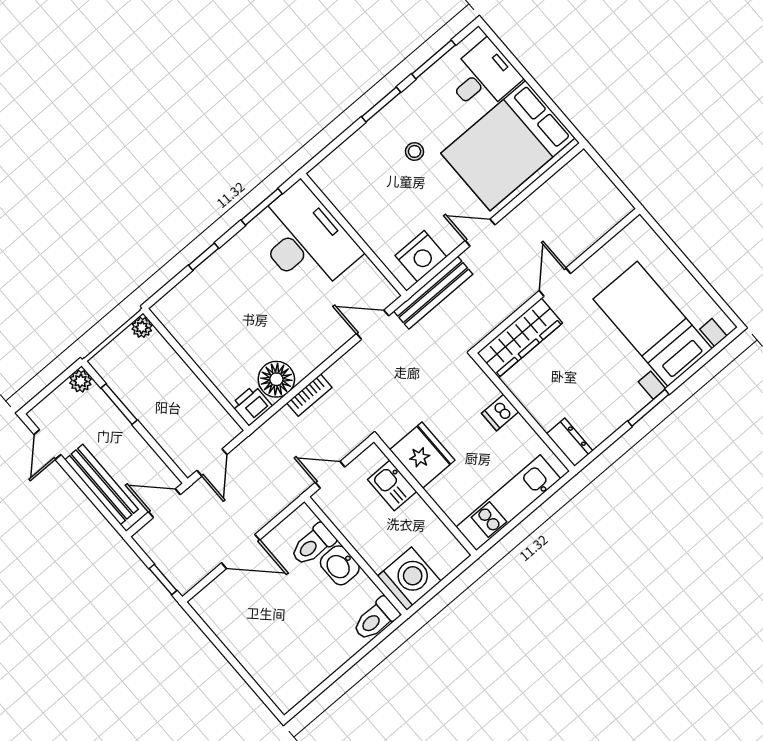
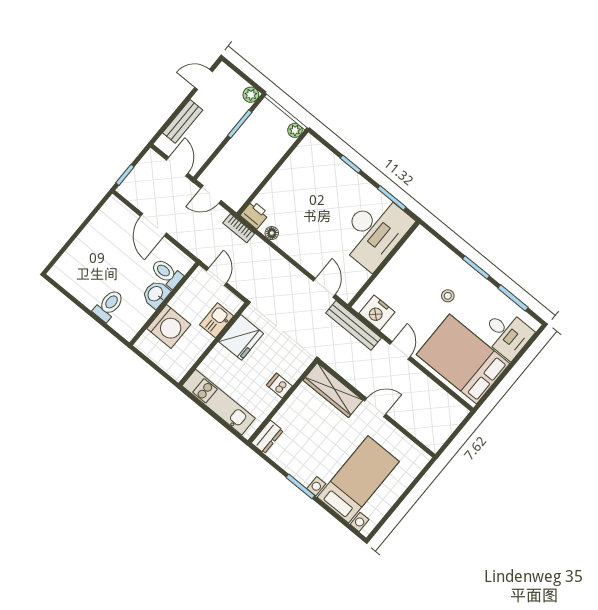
floor lamp: (276, 379) -> (272, 233), width x0.53, depth x0.53
bookcase: (309, 395) -> (239, 228), moved
bench: (101, 484) -> (183, 121), width x0.73
washing machine: (409, 579) -> (169, 327), moved
toilet: (376, 619) -> (109, 305), moved, turned 90

